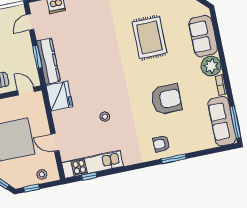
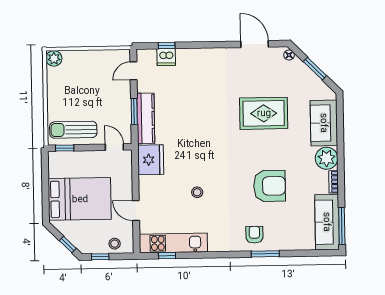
rug: (149, 38) -> (264, 113), turned 90
armchair: (161, 144) -> (254, 235), turned 90

